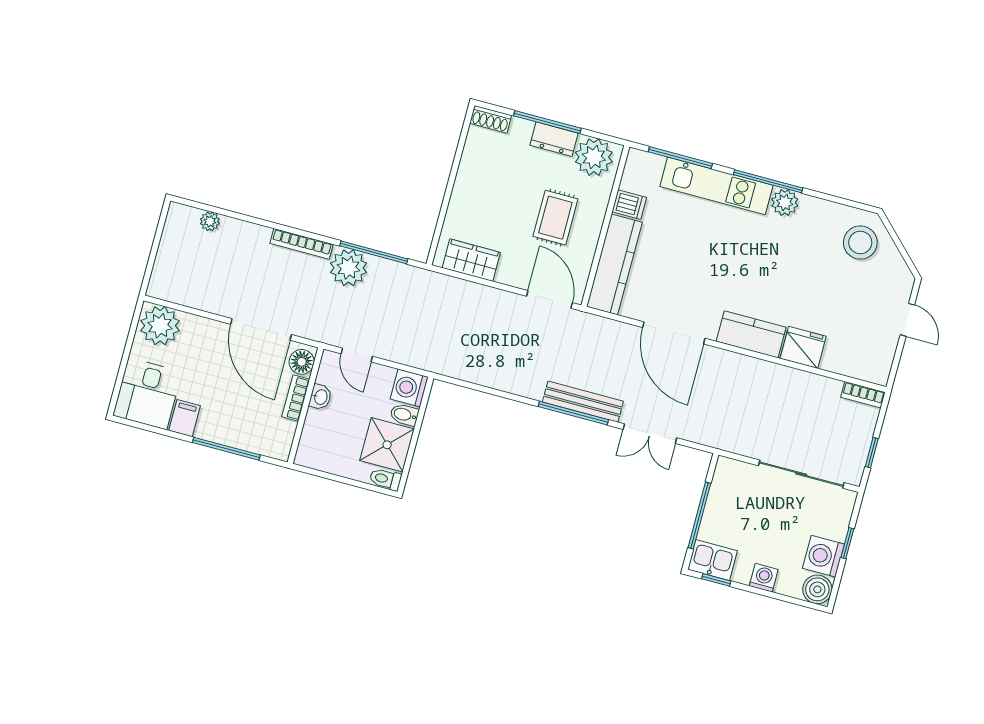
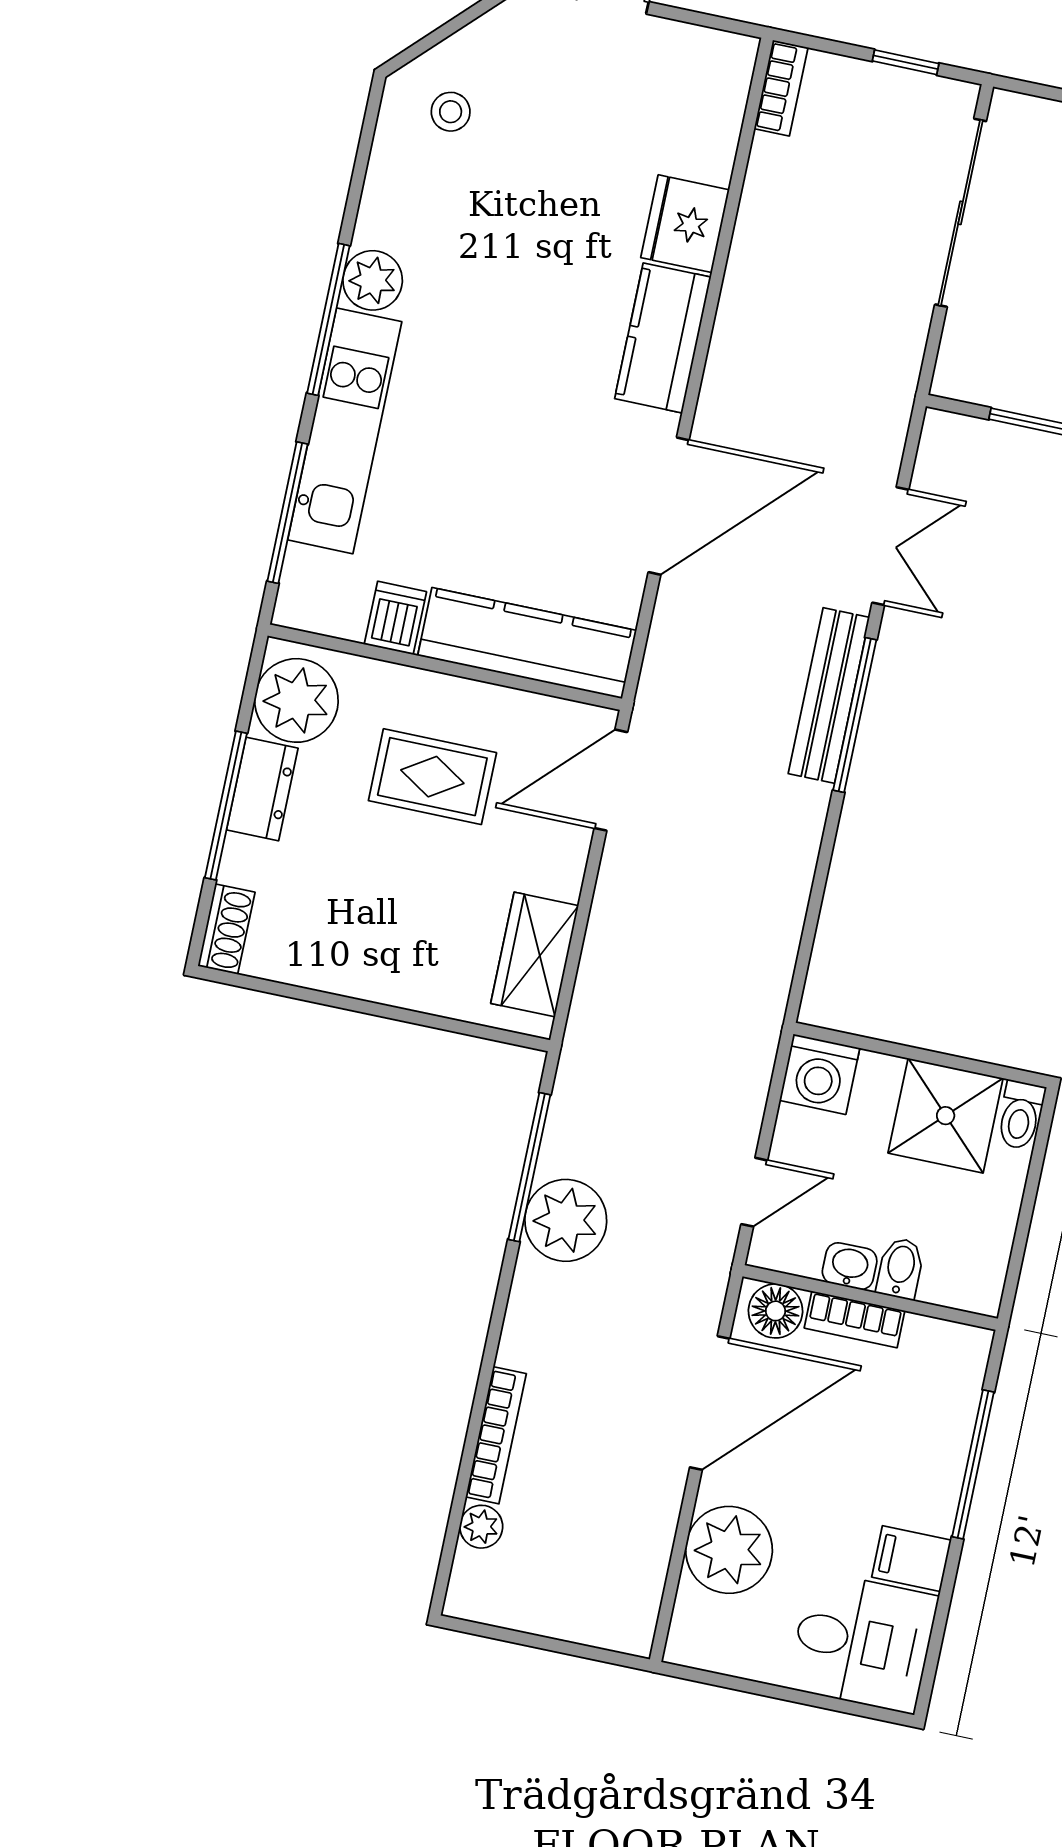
stool: (860, 242) -> (451, 112), width x0.53, depth x0.53
bookcase: (302, 244) -> (496, 1435), moved
plant: (160, 326) -> (729, 1550), moved
bidet: (404, 415) -> (900, 1268), moved, turned 180

